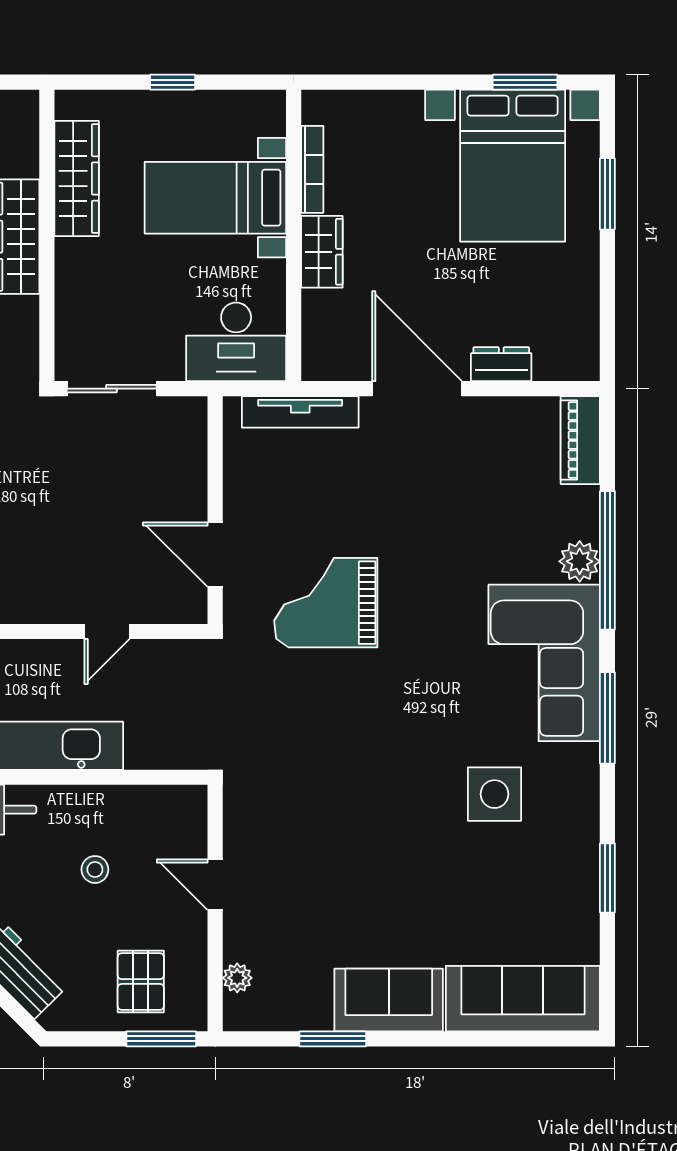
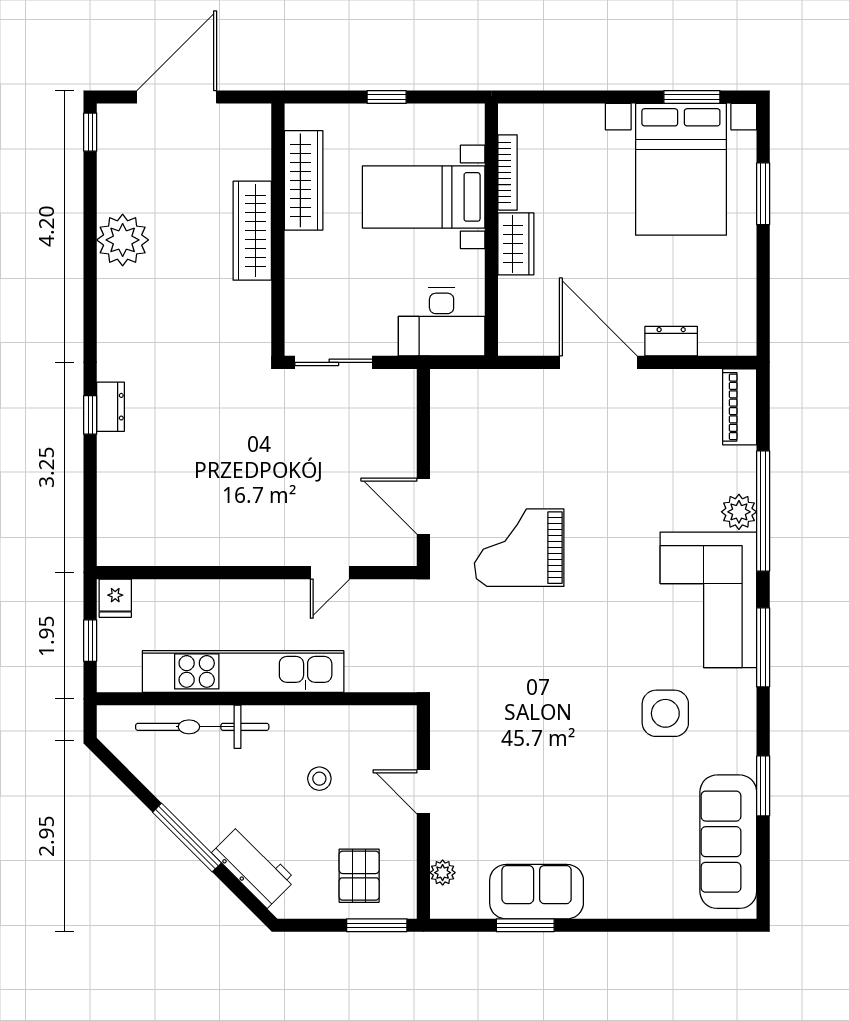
tv unit: (300, 412) -> (497, 382), removed
sofa: (523, 999) -> (728, 842), moved, turned -90
sofa: (389, 1000) -> (537, 892), moved

